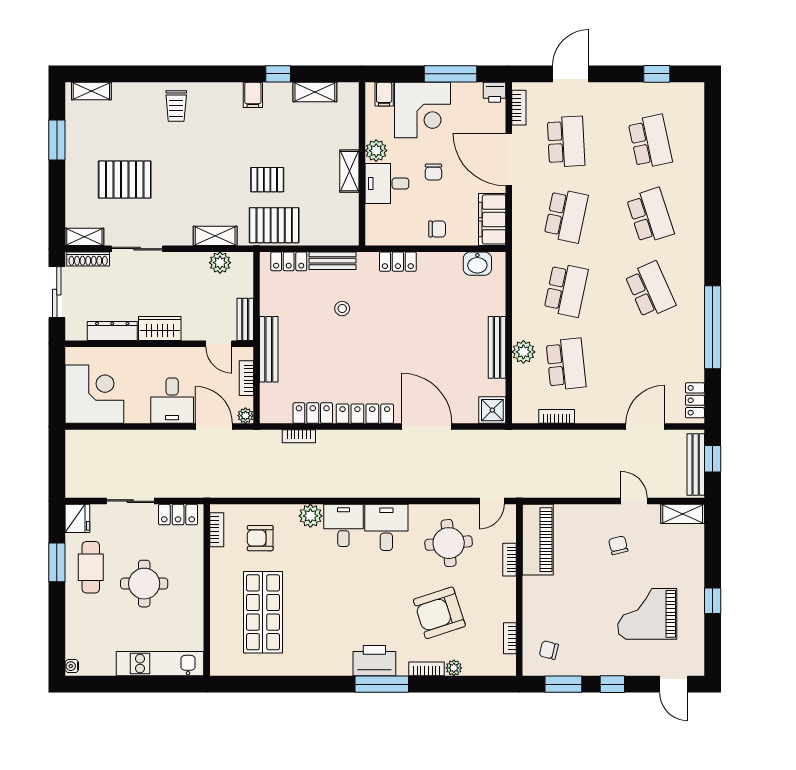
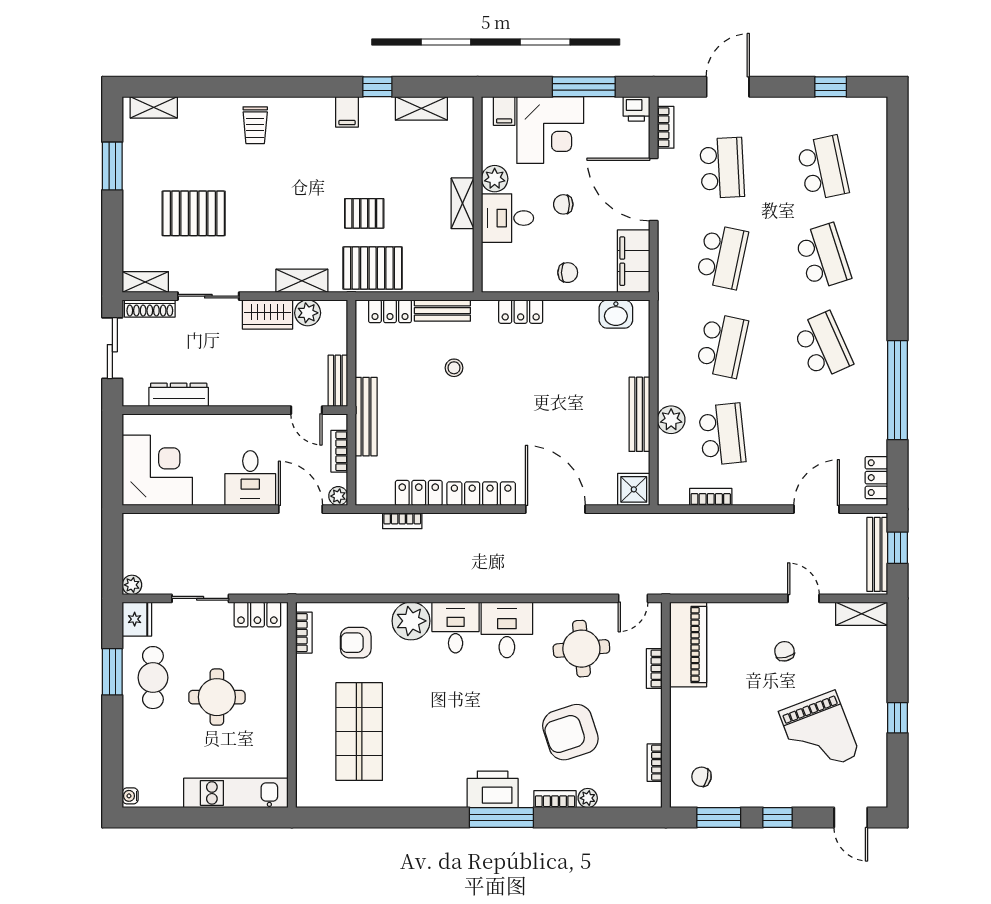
chair: (433, 172) -> (563, 204), turned 90
wardrobe: (160, 329) -> (268, 314), moved, turned 180
plant: (73, 490) -> (132, 585), added
plant: (310, 516) -> (411, 621), width x1.36, depth x1.36
grand piano: (647, 614) -> (819, 733), turned -111

